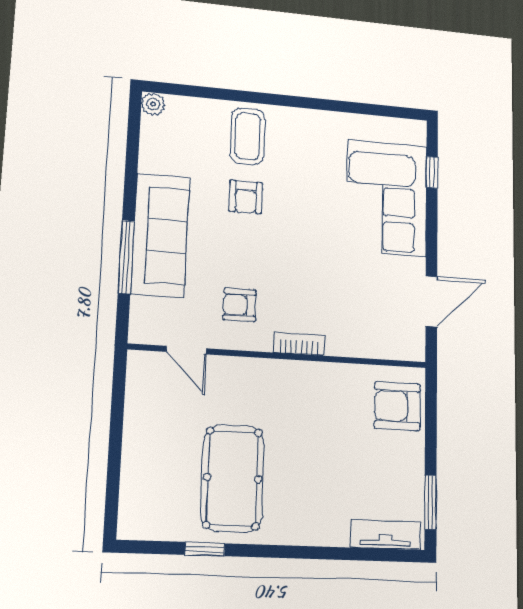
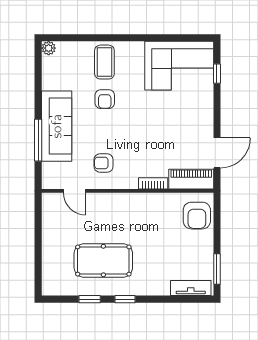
corner sofa: (387, 198) -> (179, 66), moved, turned -90
piano: (388, 343) -> (191, 179), added
bookcase: (299, 344) -> (153, 183), moved
armchair: (397, 406) -> (197, 216), turned -90
pool table: (233, 478) -> (103, 261), turned 90
window: (269, 551) -> (125, 299), added

